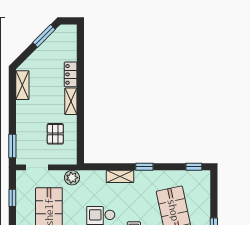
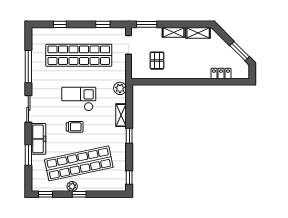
locker: (71, 74) -> (221, 74), moved
shelving: (71, 101) -> (174, 32), moved
pallet: (55, 134) -> (157, 61), turned 90
plant: (72, 178) -> (120, 88), moved

